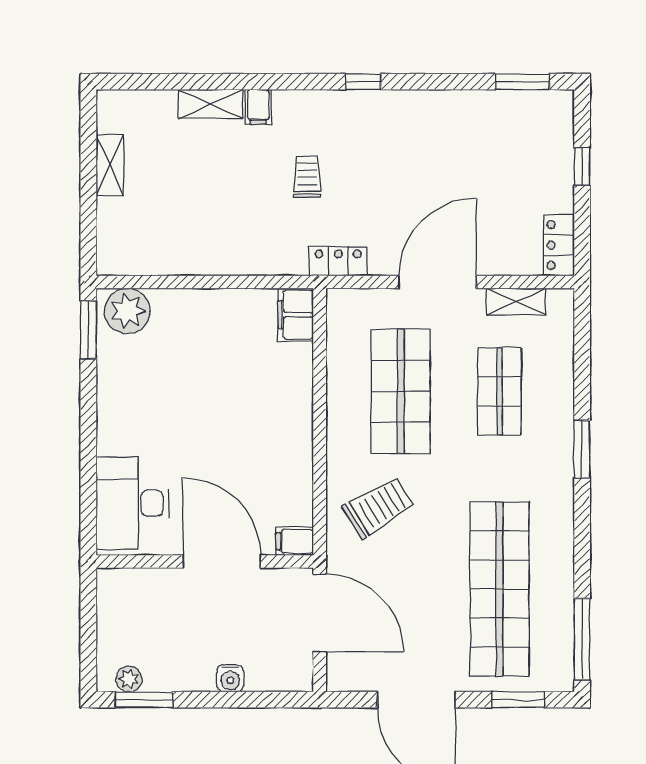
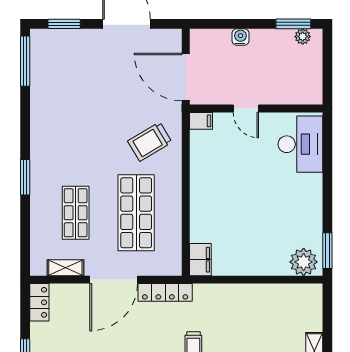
locker: (338, 261) -> (165, 292), width x1.53
door: (222, 562) -> (246, 108), width x0.53
shop shelf: (499, 589) -> (76, 92), removed

